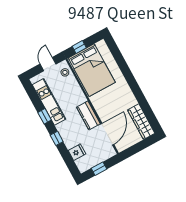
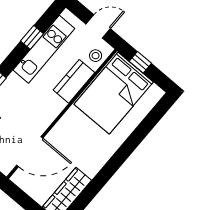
kitchen counter: (88, 115) -> (74, 81), moved
window: (45, 116) -> (32, 37), moved

